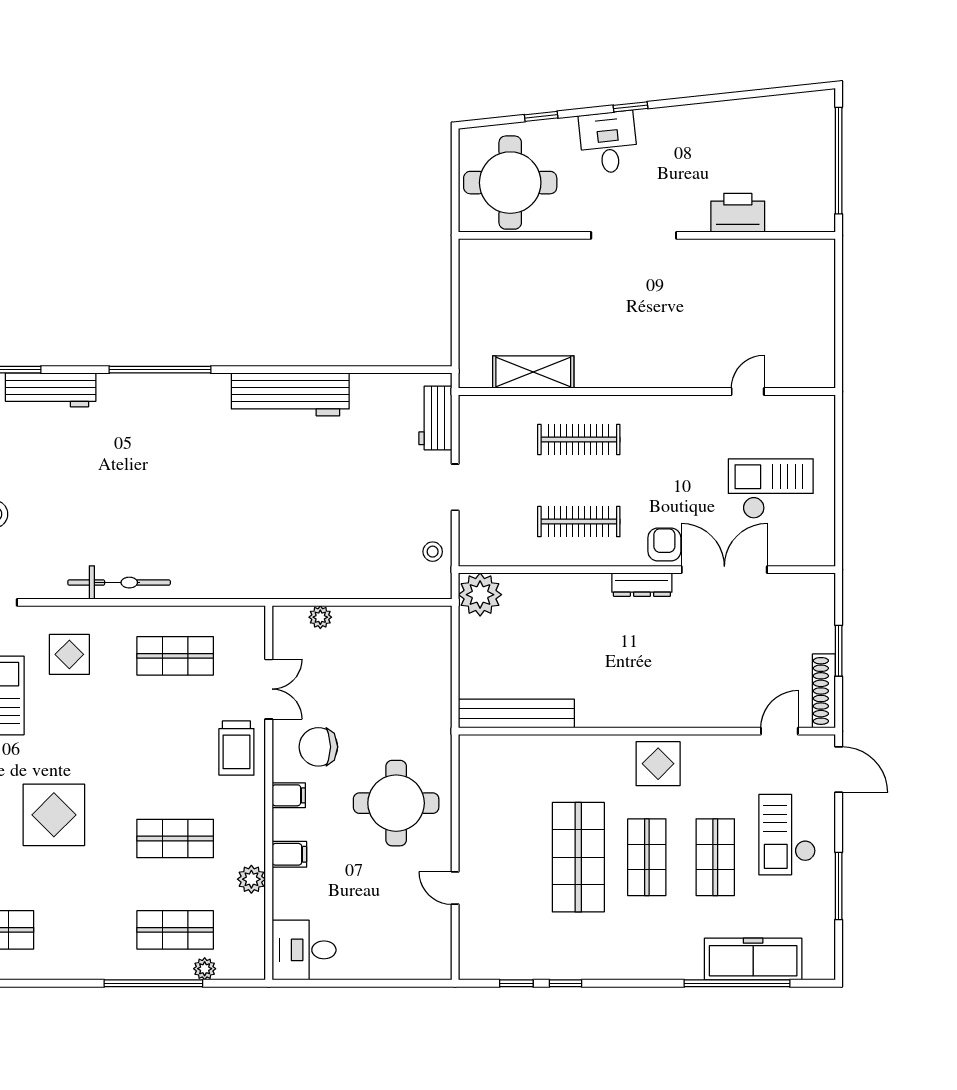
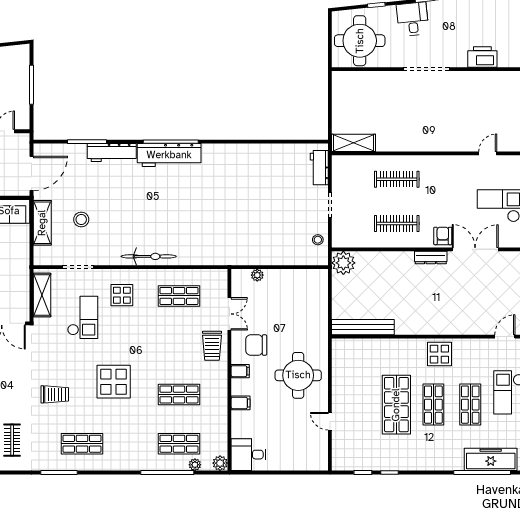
shelving: (533, 372) -> (354, 143), moved
workbench: (290, 394) -> (169, 155), moved
plant: (251, 879) -> (220, 463), moved

